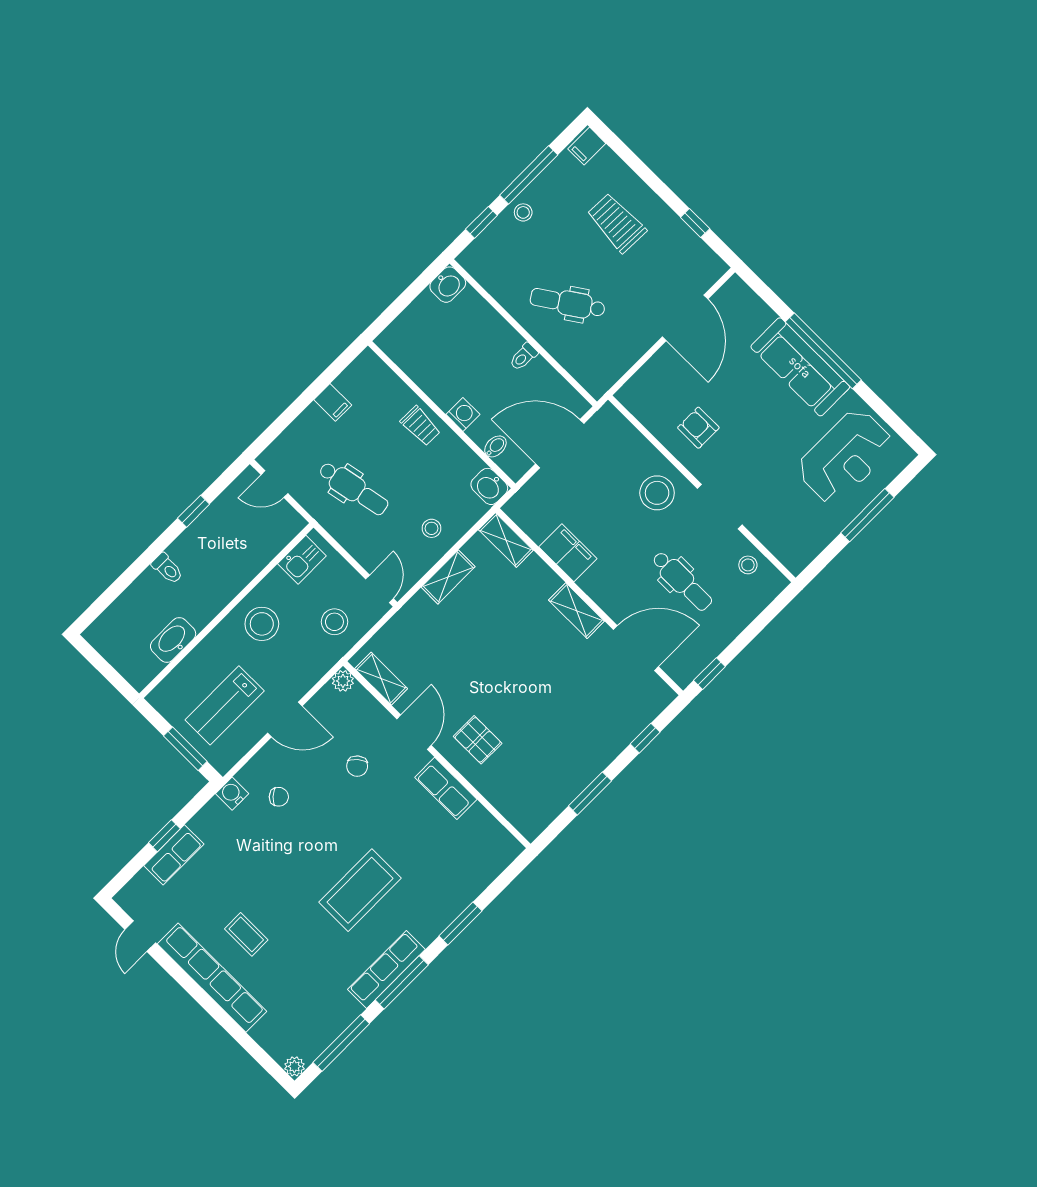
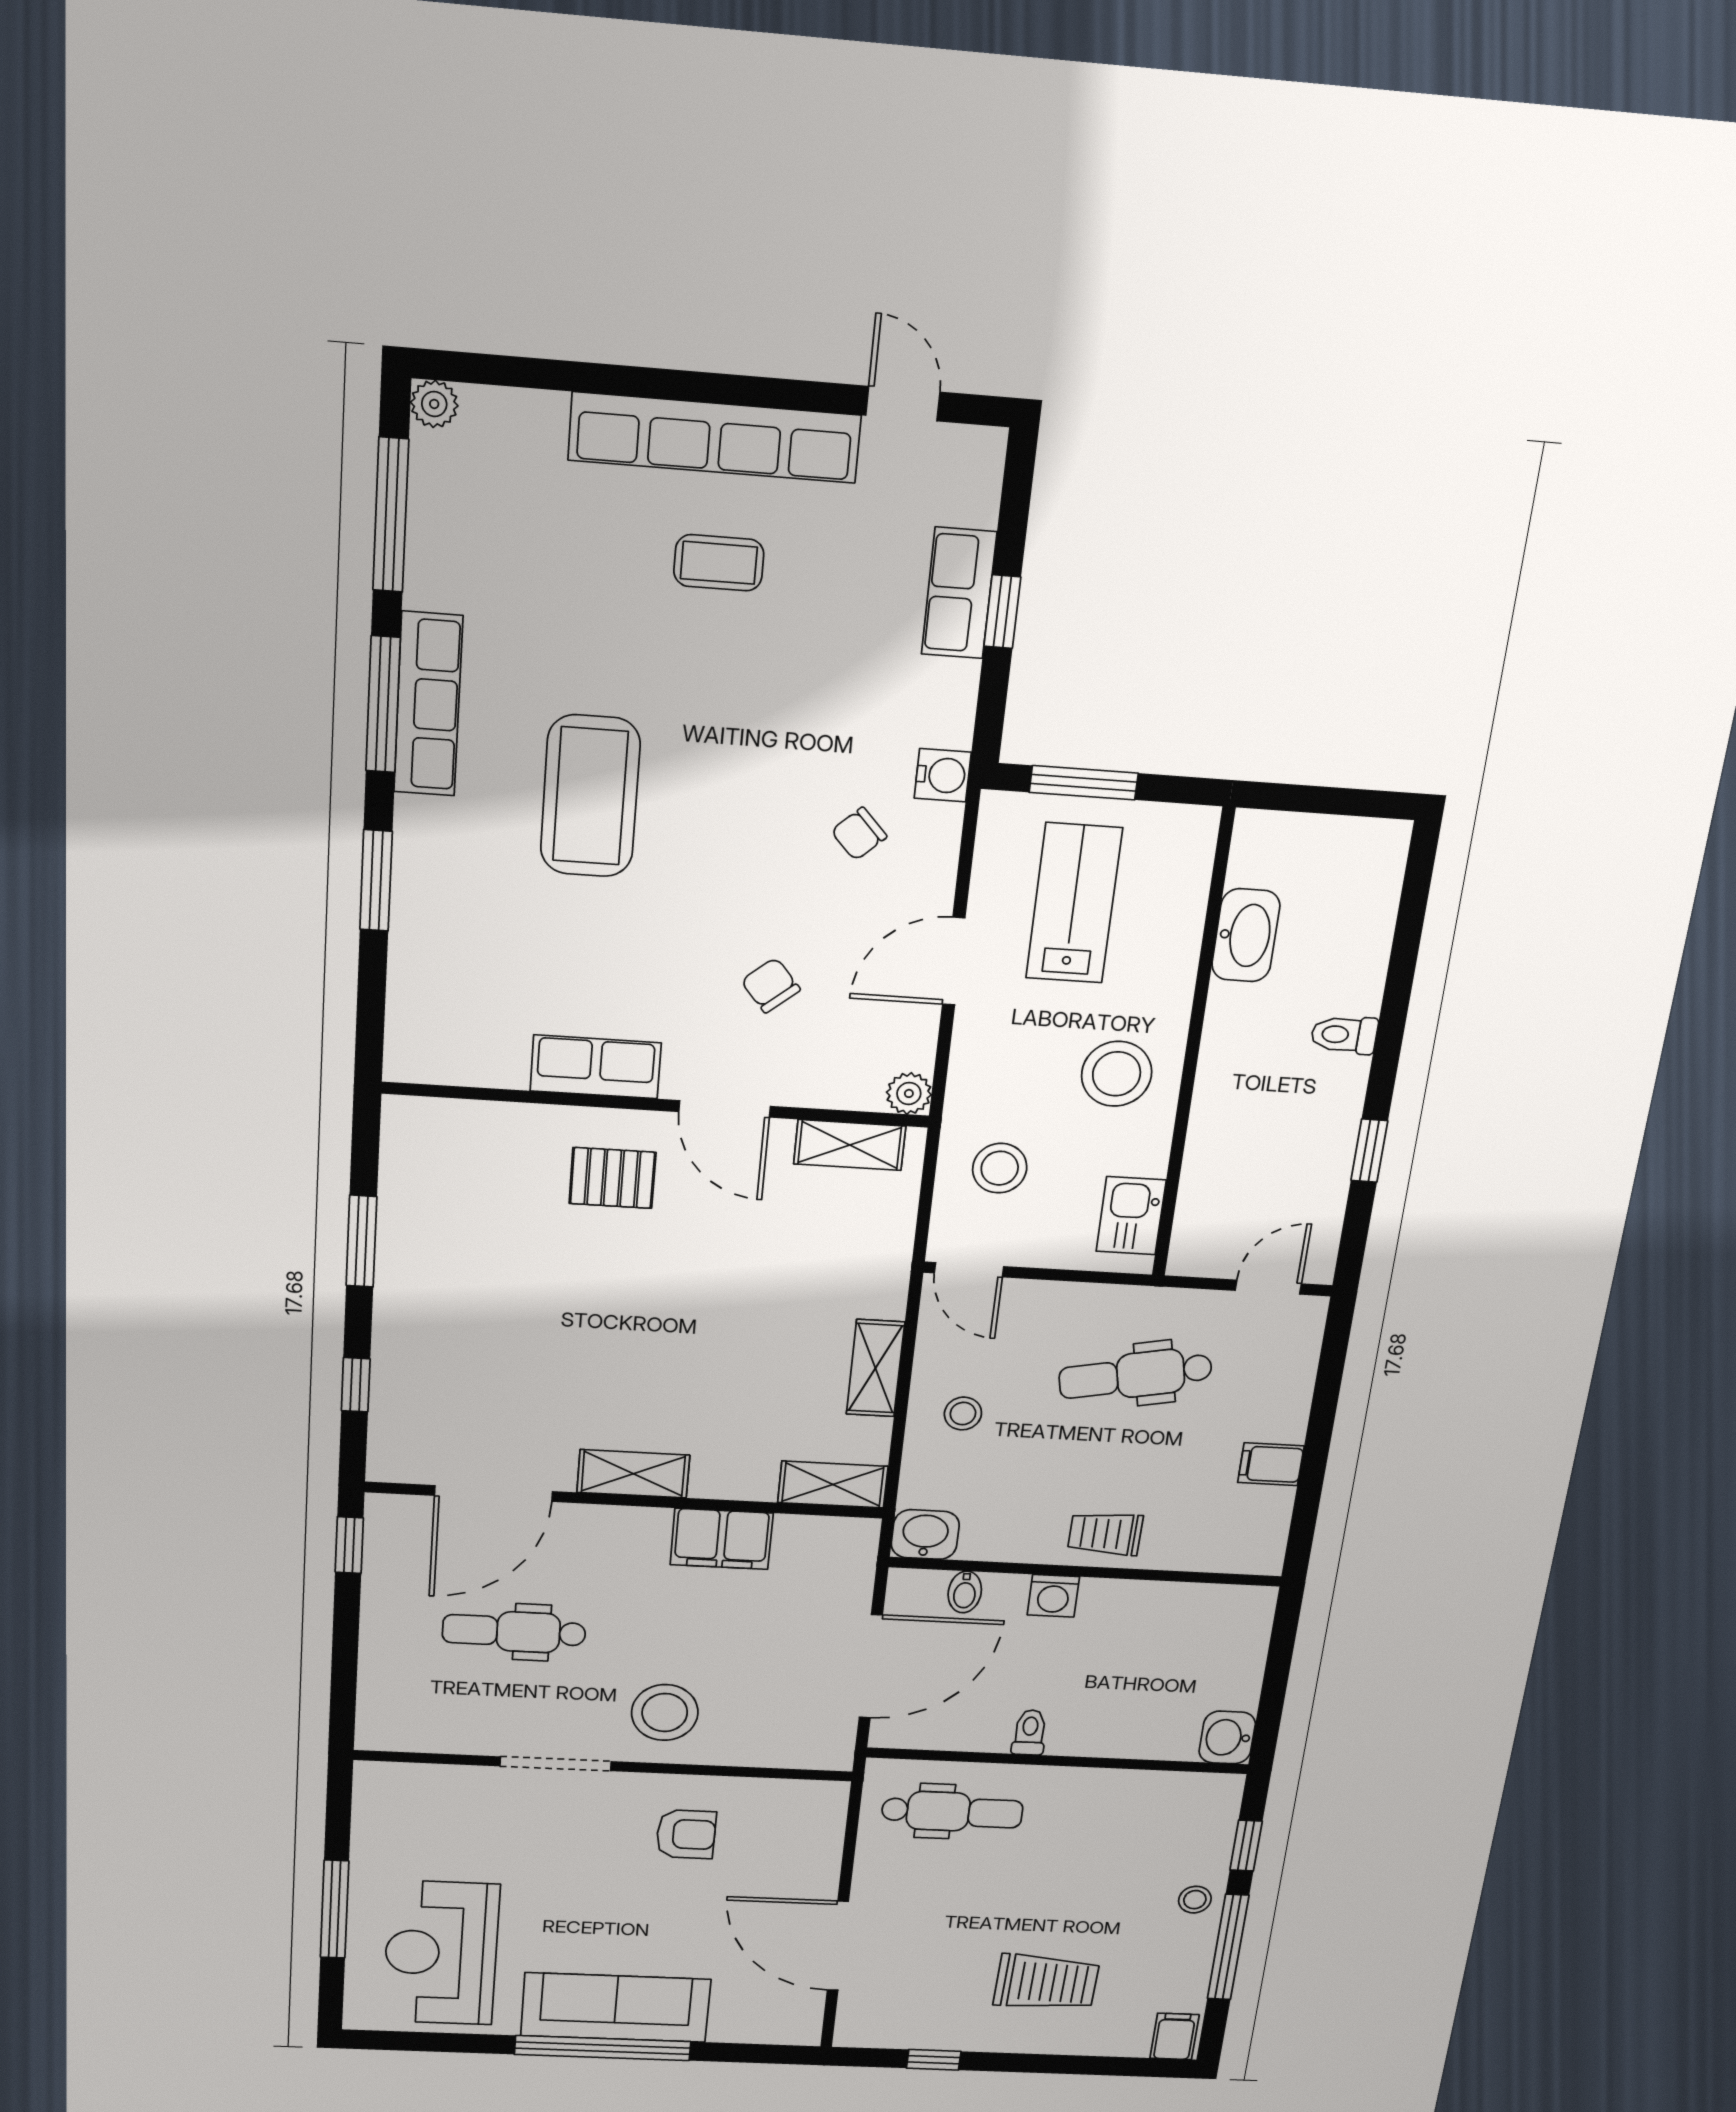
dental chair: (568, 303) -> (952, 1812), moved, turned 34
stool: (748, 565) -> (439, 1724), removed

